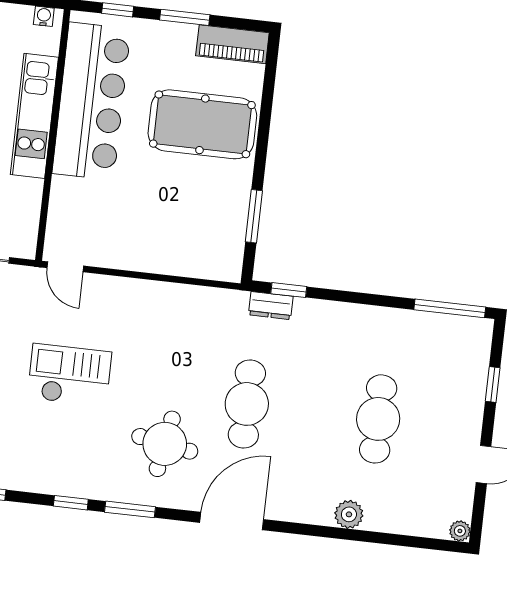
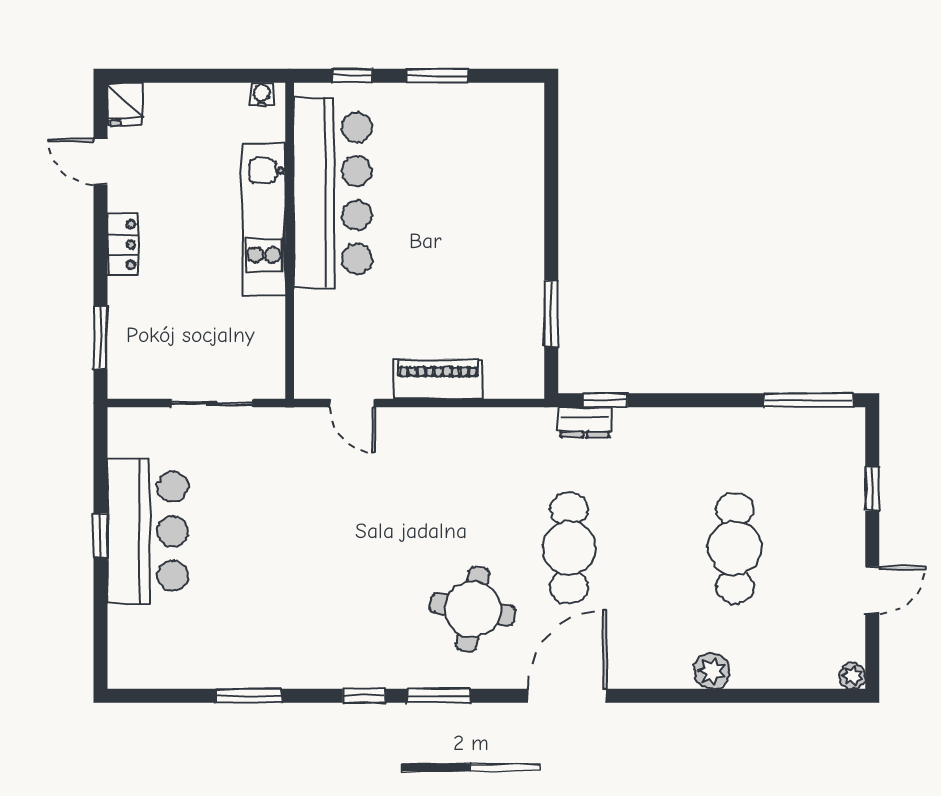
piano: (232, 44) -> (438, 379), moved, turned 180
pool table: (202, 124) -> (474, 206), removed
door: (65, 267) -> (352, 403), moved
checkout: (69, 375) -> (344, 537), removed

